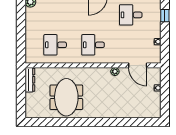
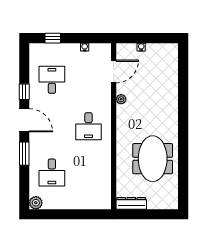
desk: (131, 15) -> (52, 80), turned 180
desk: (55, 45) -> (52, 172), moved
meeting table: (66, 97) -> (153, 159), turned 90

